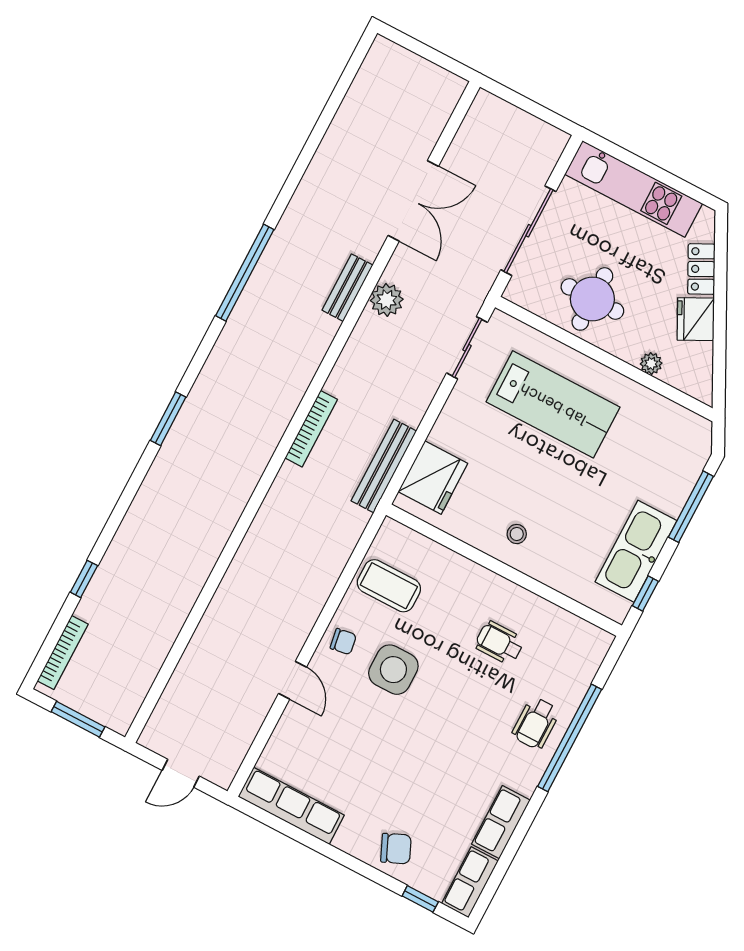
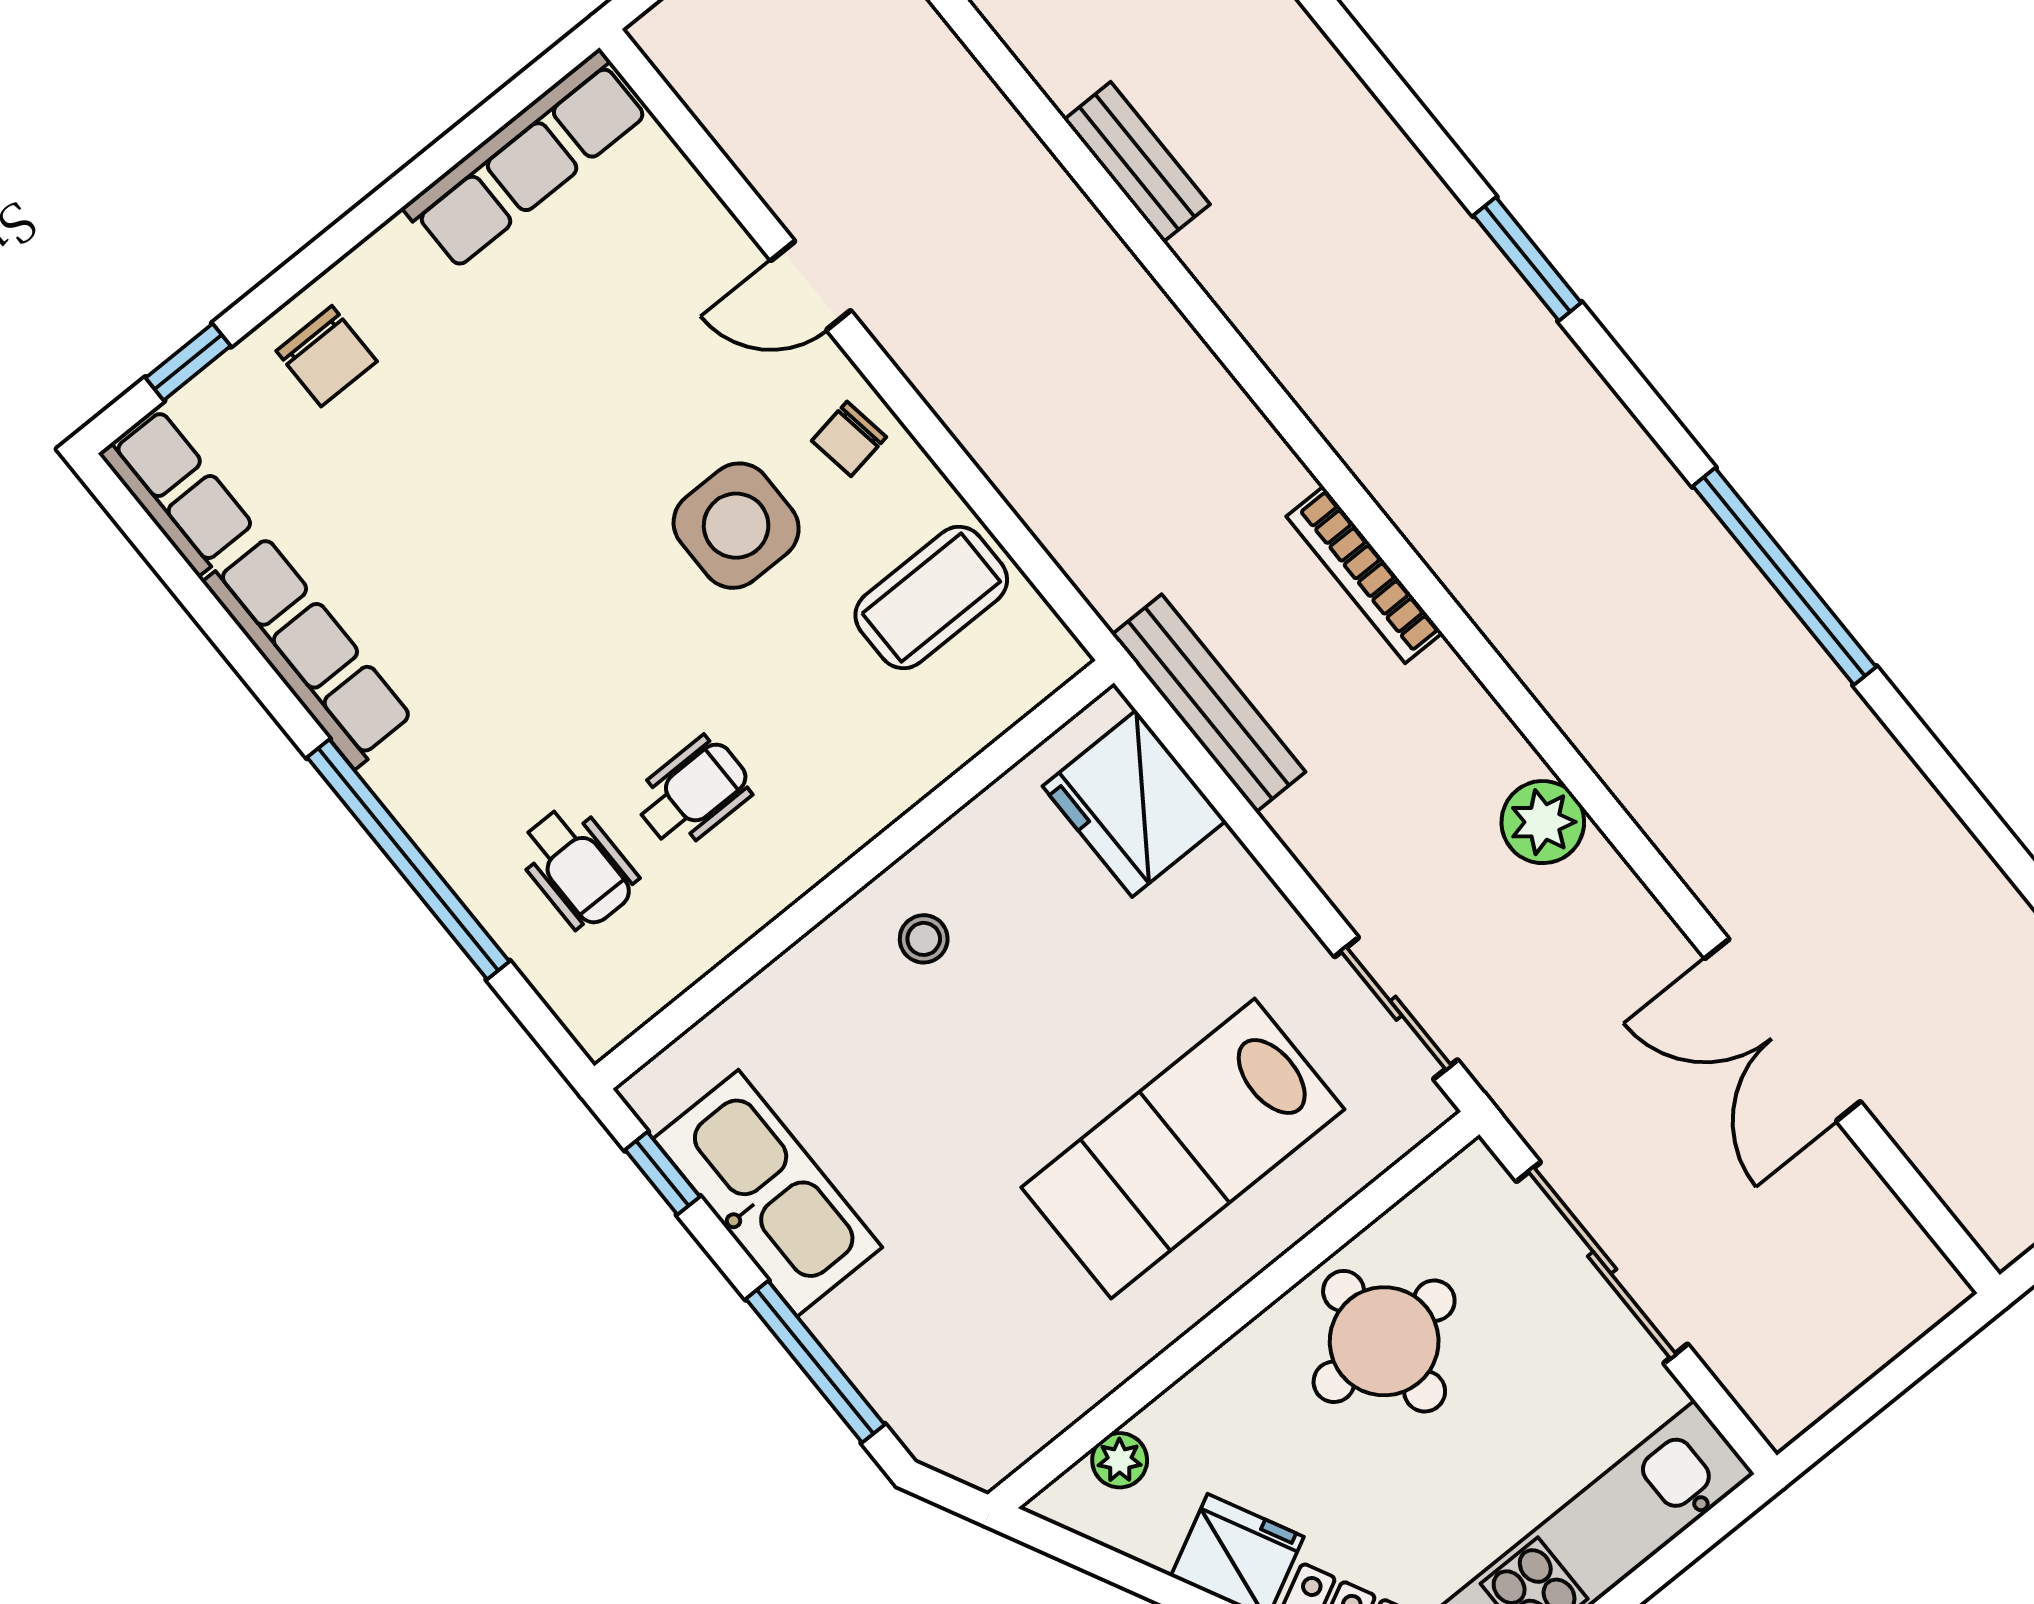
bench: (347, 288) -> (1137, 162), moved
plant: (387, 300) -> (1543, 822), moved
plant: (651, 364) -> (1120, 1460), moved
wheelchair: (536, 723) -> (577, 867), moved, turned 180
row of seats: (501, 822) -> (309, 651), width x1.48
chair: (396, 849) -> (327, 356), turned -66

